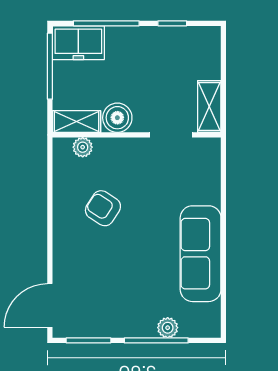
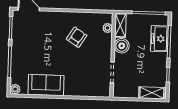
freezer: (78, 43) -> (159, 39), moved
shelving: (209, 107) -> (152, 93), moved
sofa: (201, 254) -> (46, 85), width x0.73
plant: (168, 328) -> (15, 89), moved

